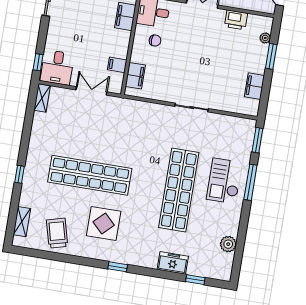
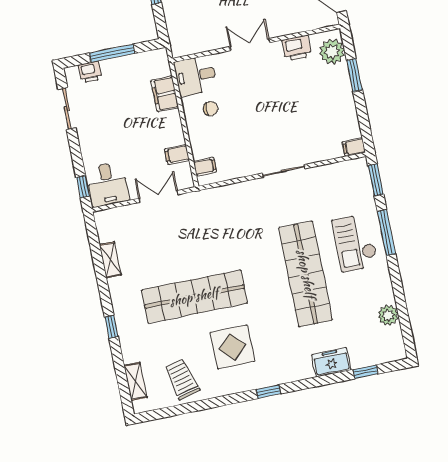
plant: (265, 38) -> (332, 52), width x1.88, depth x1.88
filing cabinet: (135, 76) -> (205, 167), width x0.50
filing cabinet: (254, 86) -> (354, 147), moved, width x0.50
shelving: (42, 98) -> (110, 260), moved

